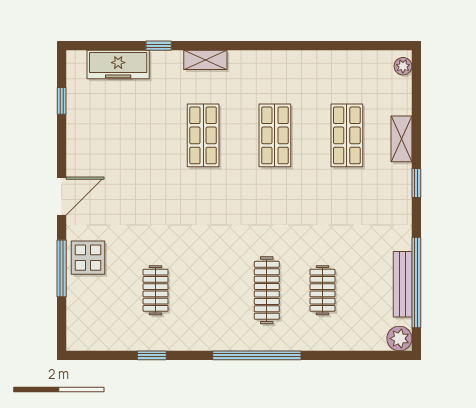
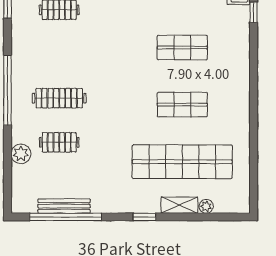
shelving: (205, 60) -> (242, 49), removed
plant: (403, 66) -> (206, 206), moved
shop shelf: (347, 135) -> (182, 162), width x2.00, depth x1.36
plant: (399, 339) -> (21, 154), moved

